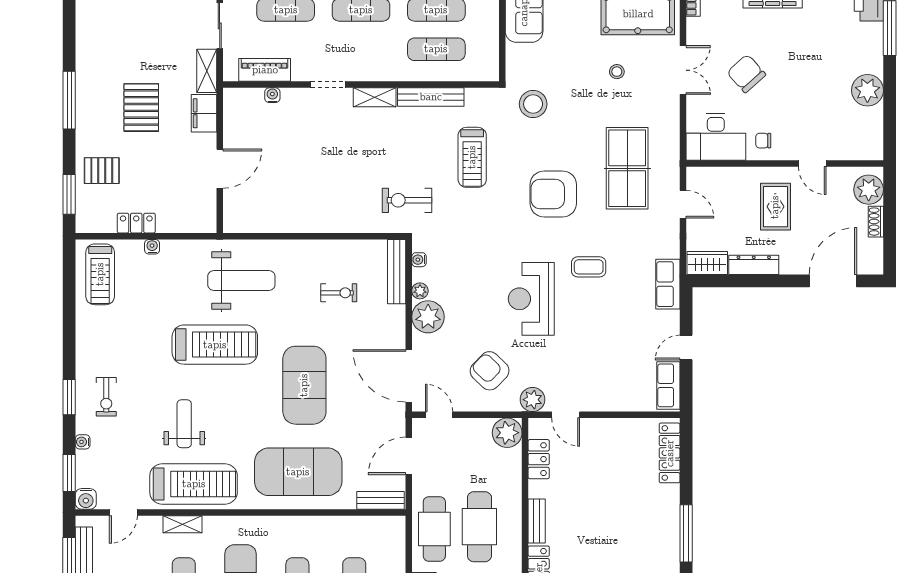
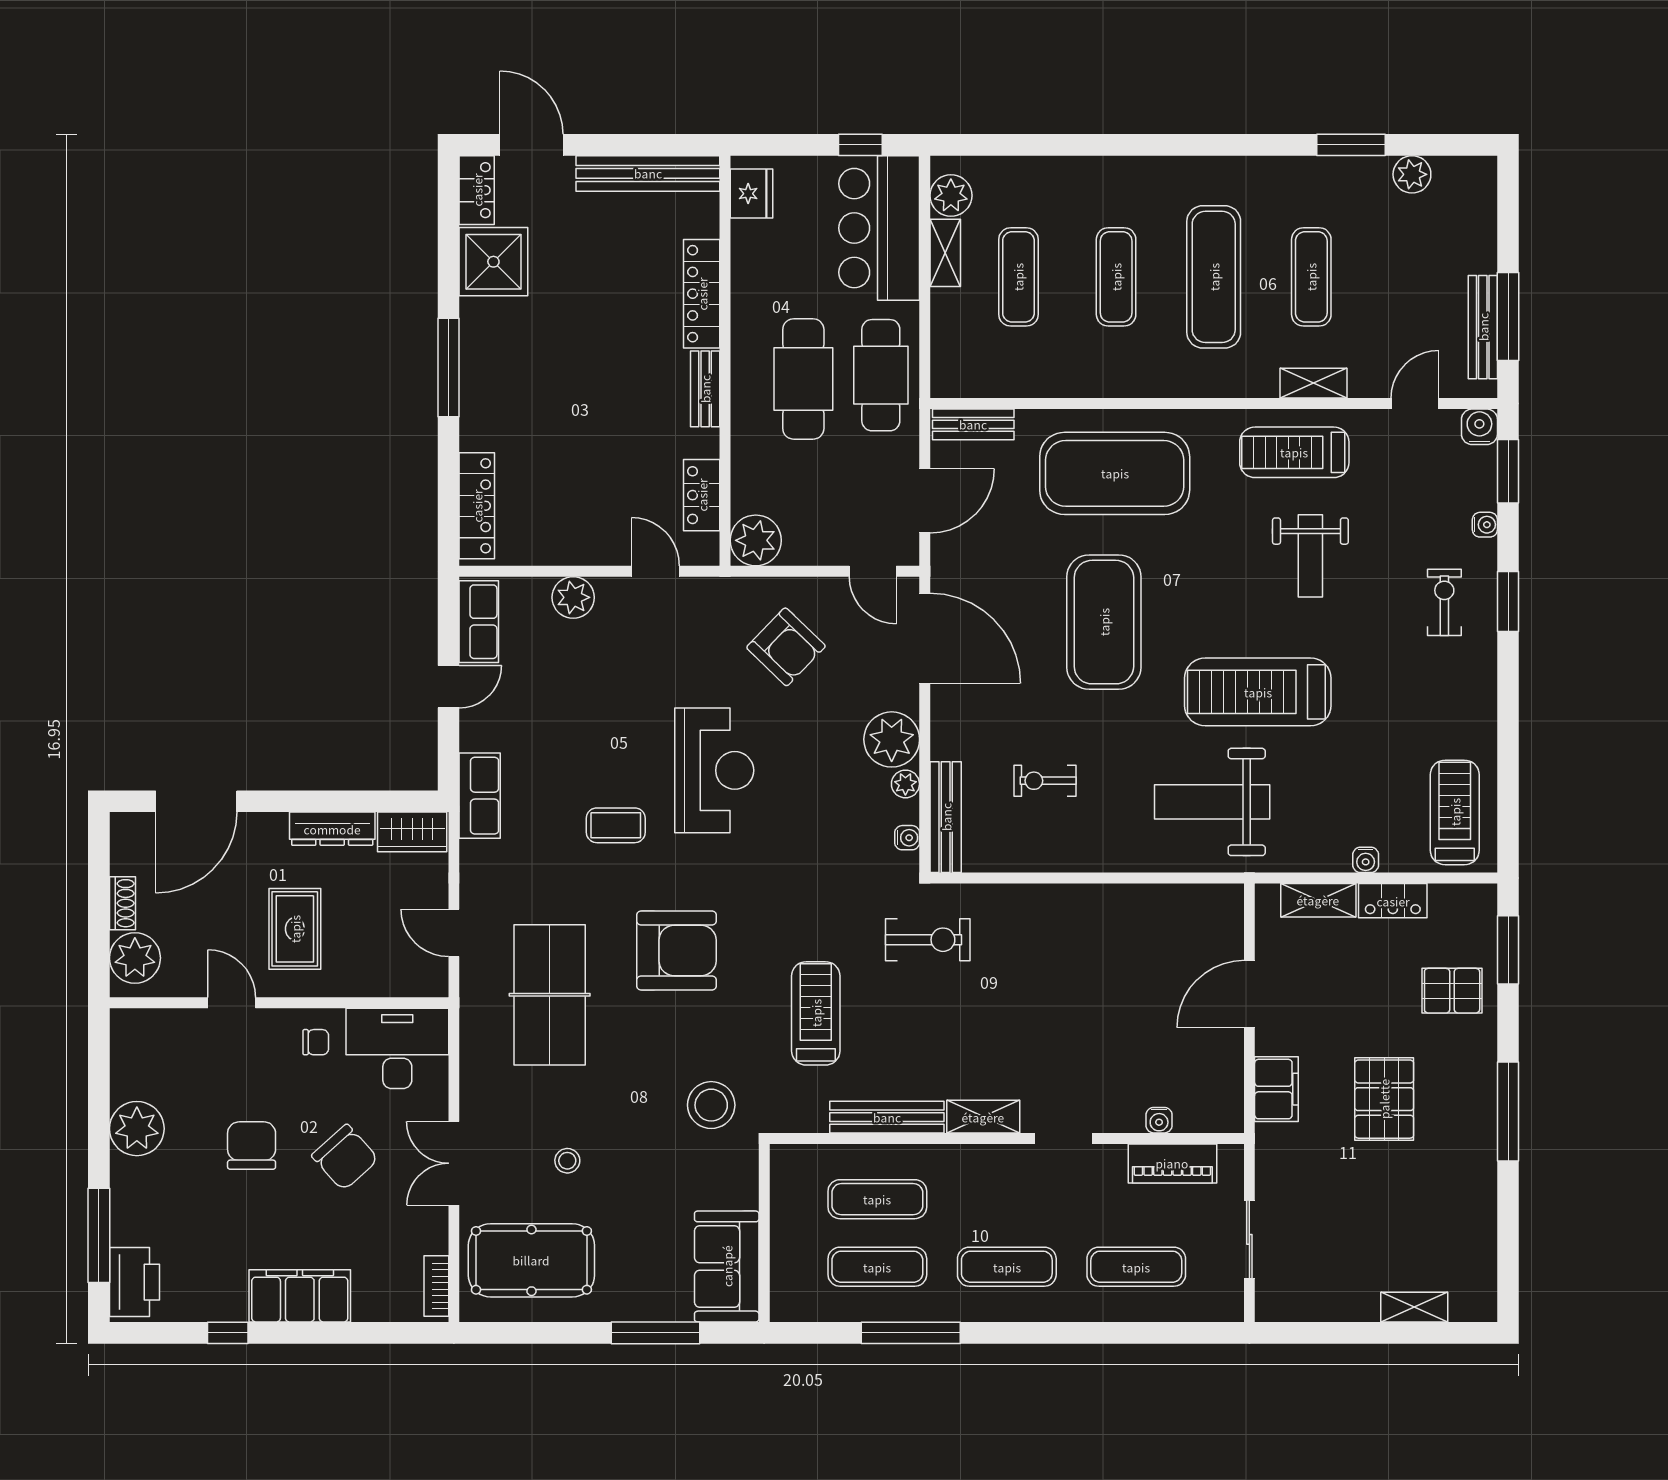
shelving: (207, 71) -> (1318, 900), moved, turned 90
chair: (801, 80) -> (252, 1146), added
plant: (533, 400) -> (573, 597), moved
treadmill: (194, 484) -> (1294, 452), width x0.73, depth x0.73

